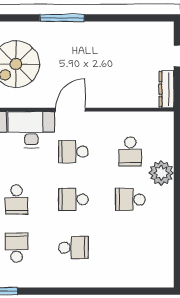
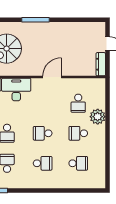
door: (71, 110) -> (52, 77), moved
school desk: (73, 152) -> (78, 163), moved, turned 180

